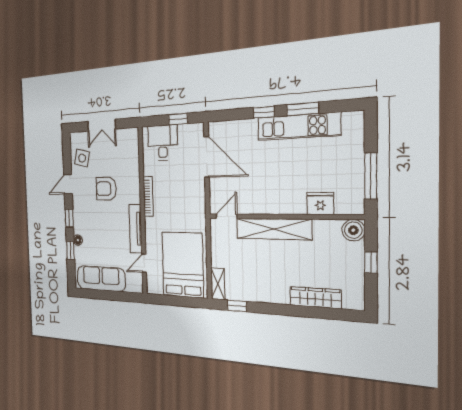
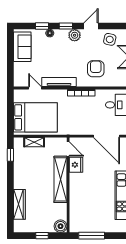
door: (207, 157) -> (106, 136), hinge flipped
door: (68, 184) -> (91, 26), hinge flipped
armchair: (106, 189) -> (96, 69), moved
fridge: (320, 204) -> (76, 165), moved
plant: (79, 207) -> (75, 35), added
sofa: (101, 279) -> (22, 47), width x0.73
shelving: (218, 284) -> (34, 142), moved

